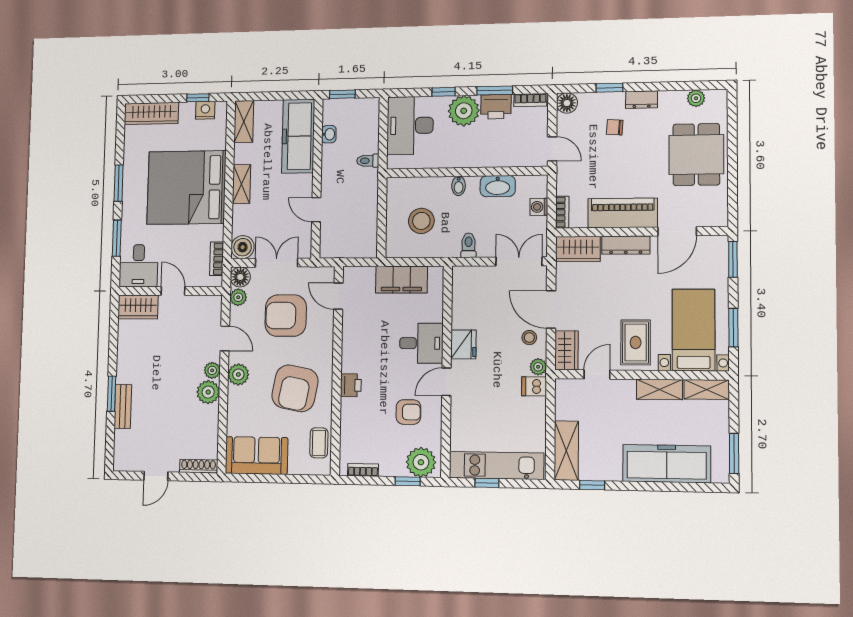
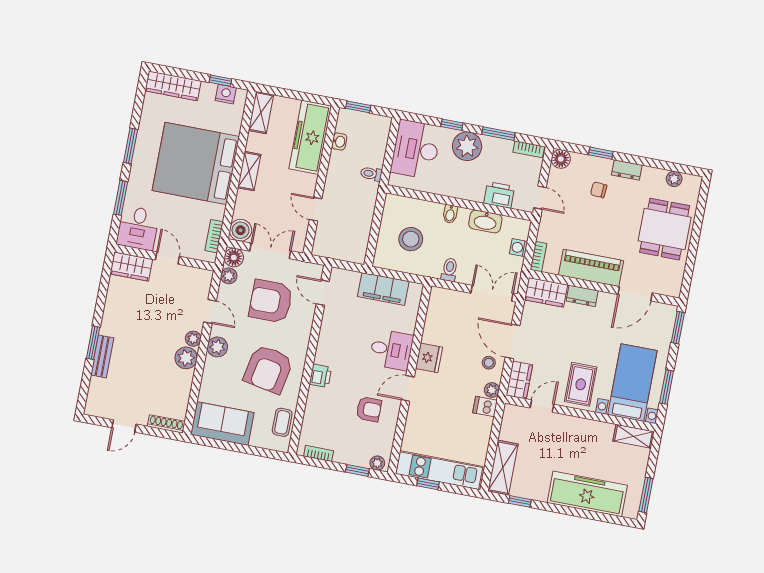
printer: (496, 107) -> (499, 195), moved, turned 180
dresser: (626, 245) -> (582, 296), width x0.70
shelving: (659, 389) -> (593, 429), removed
plant: (421, 462) -> (377, 463), width x0.53, depth x0.53

